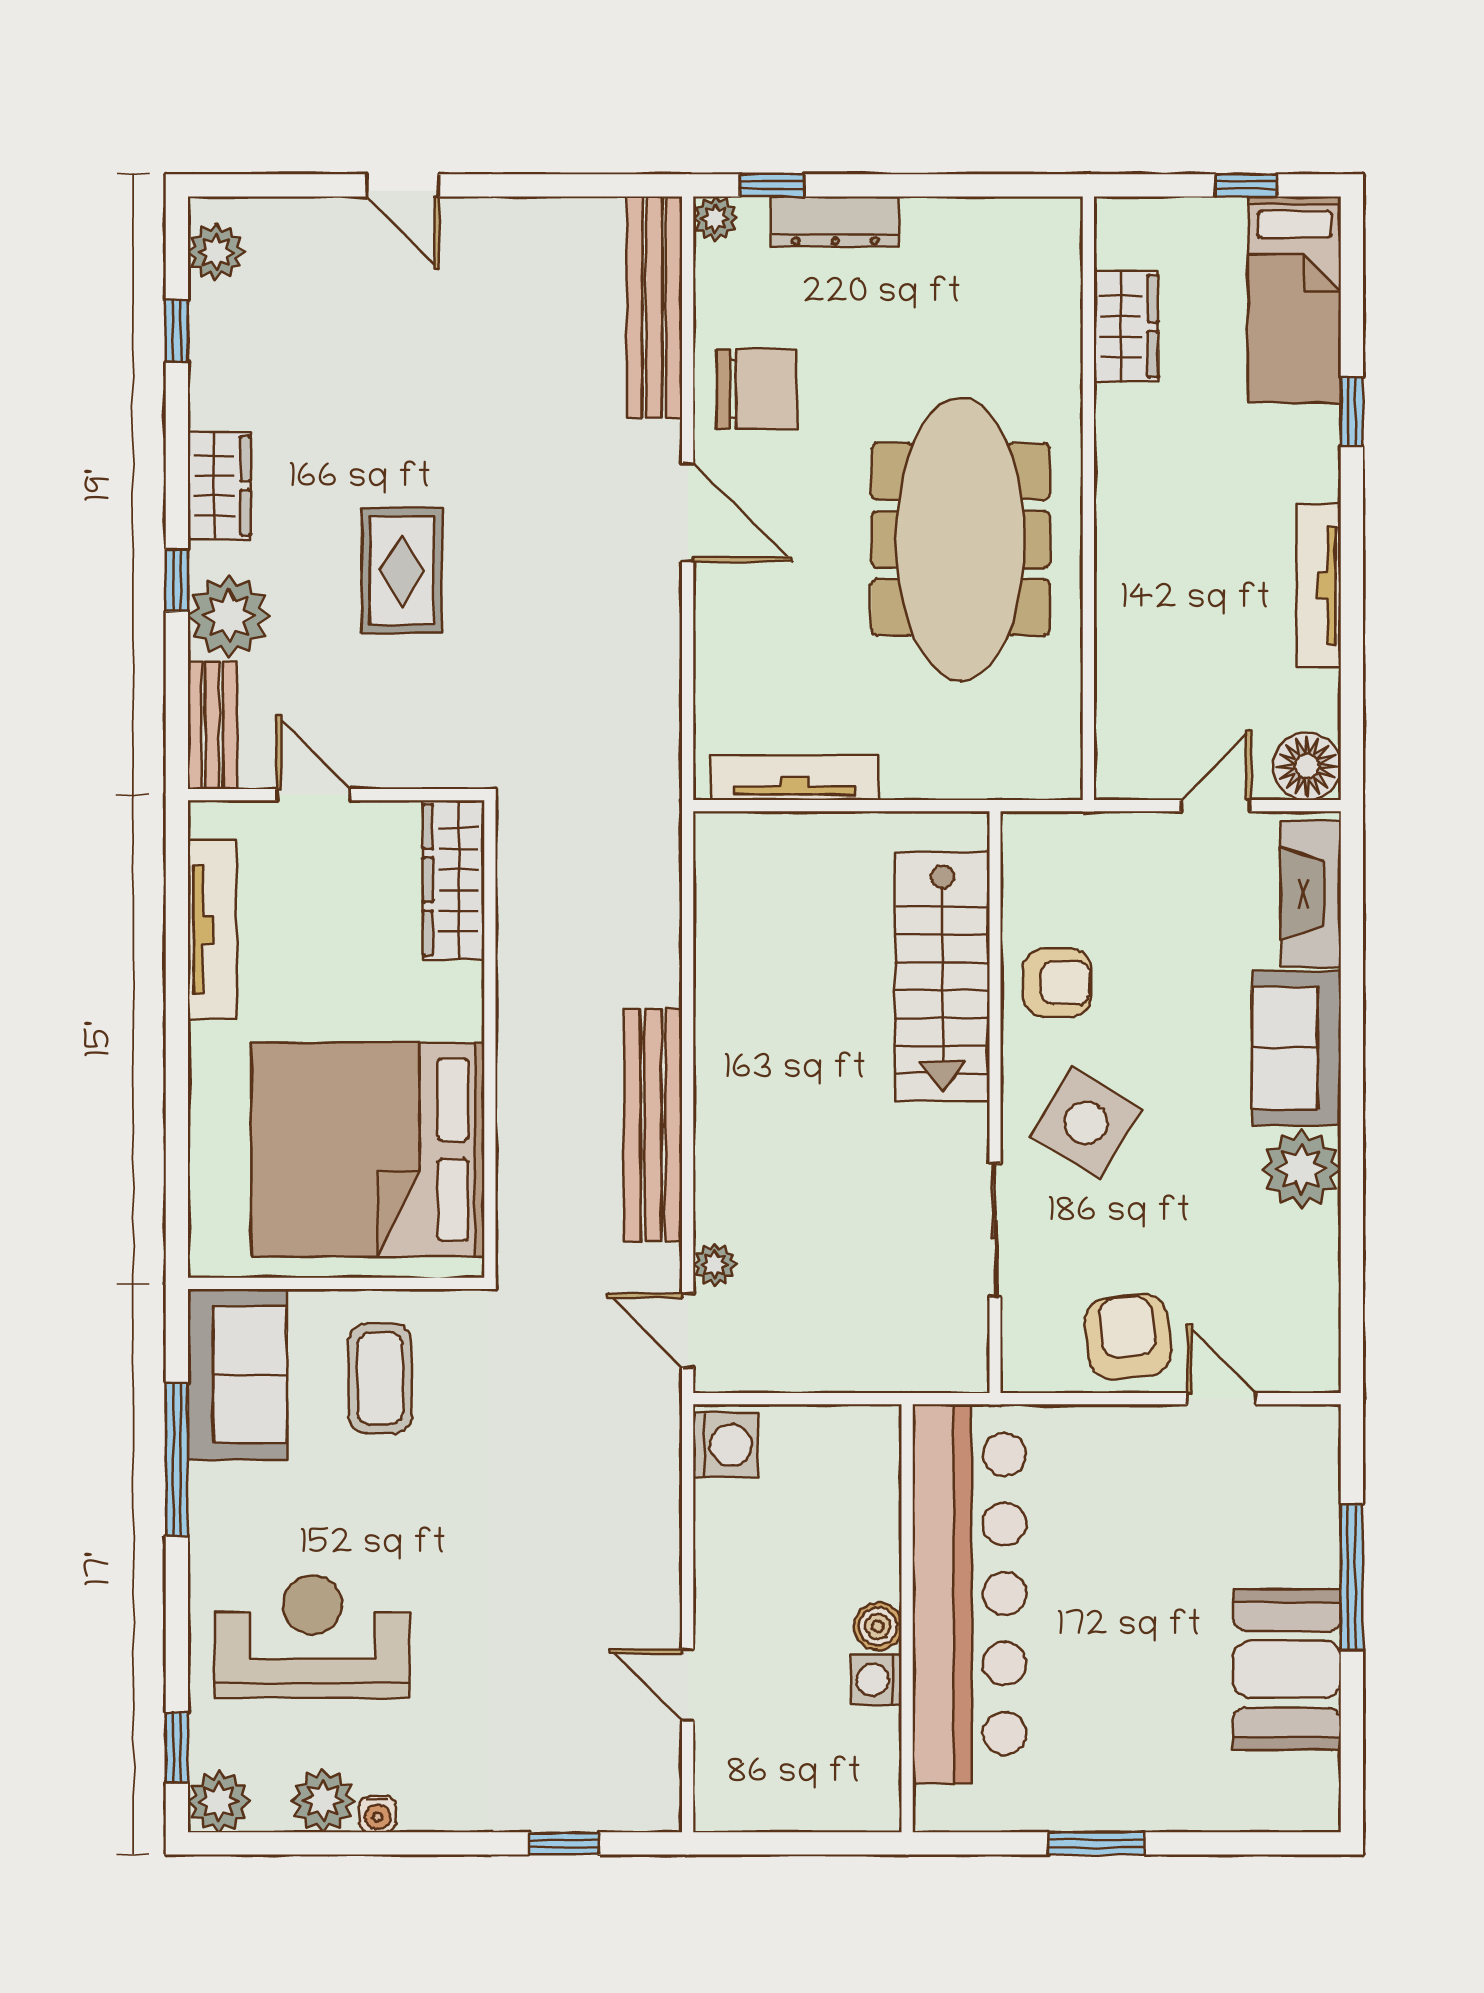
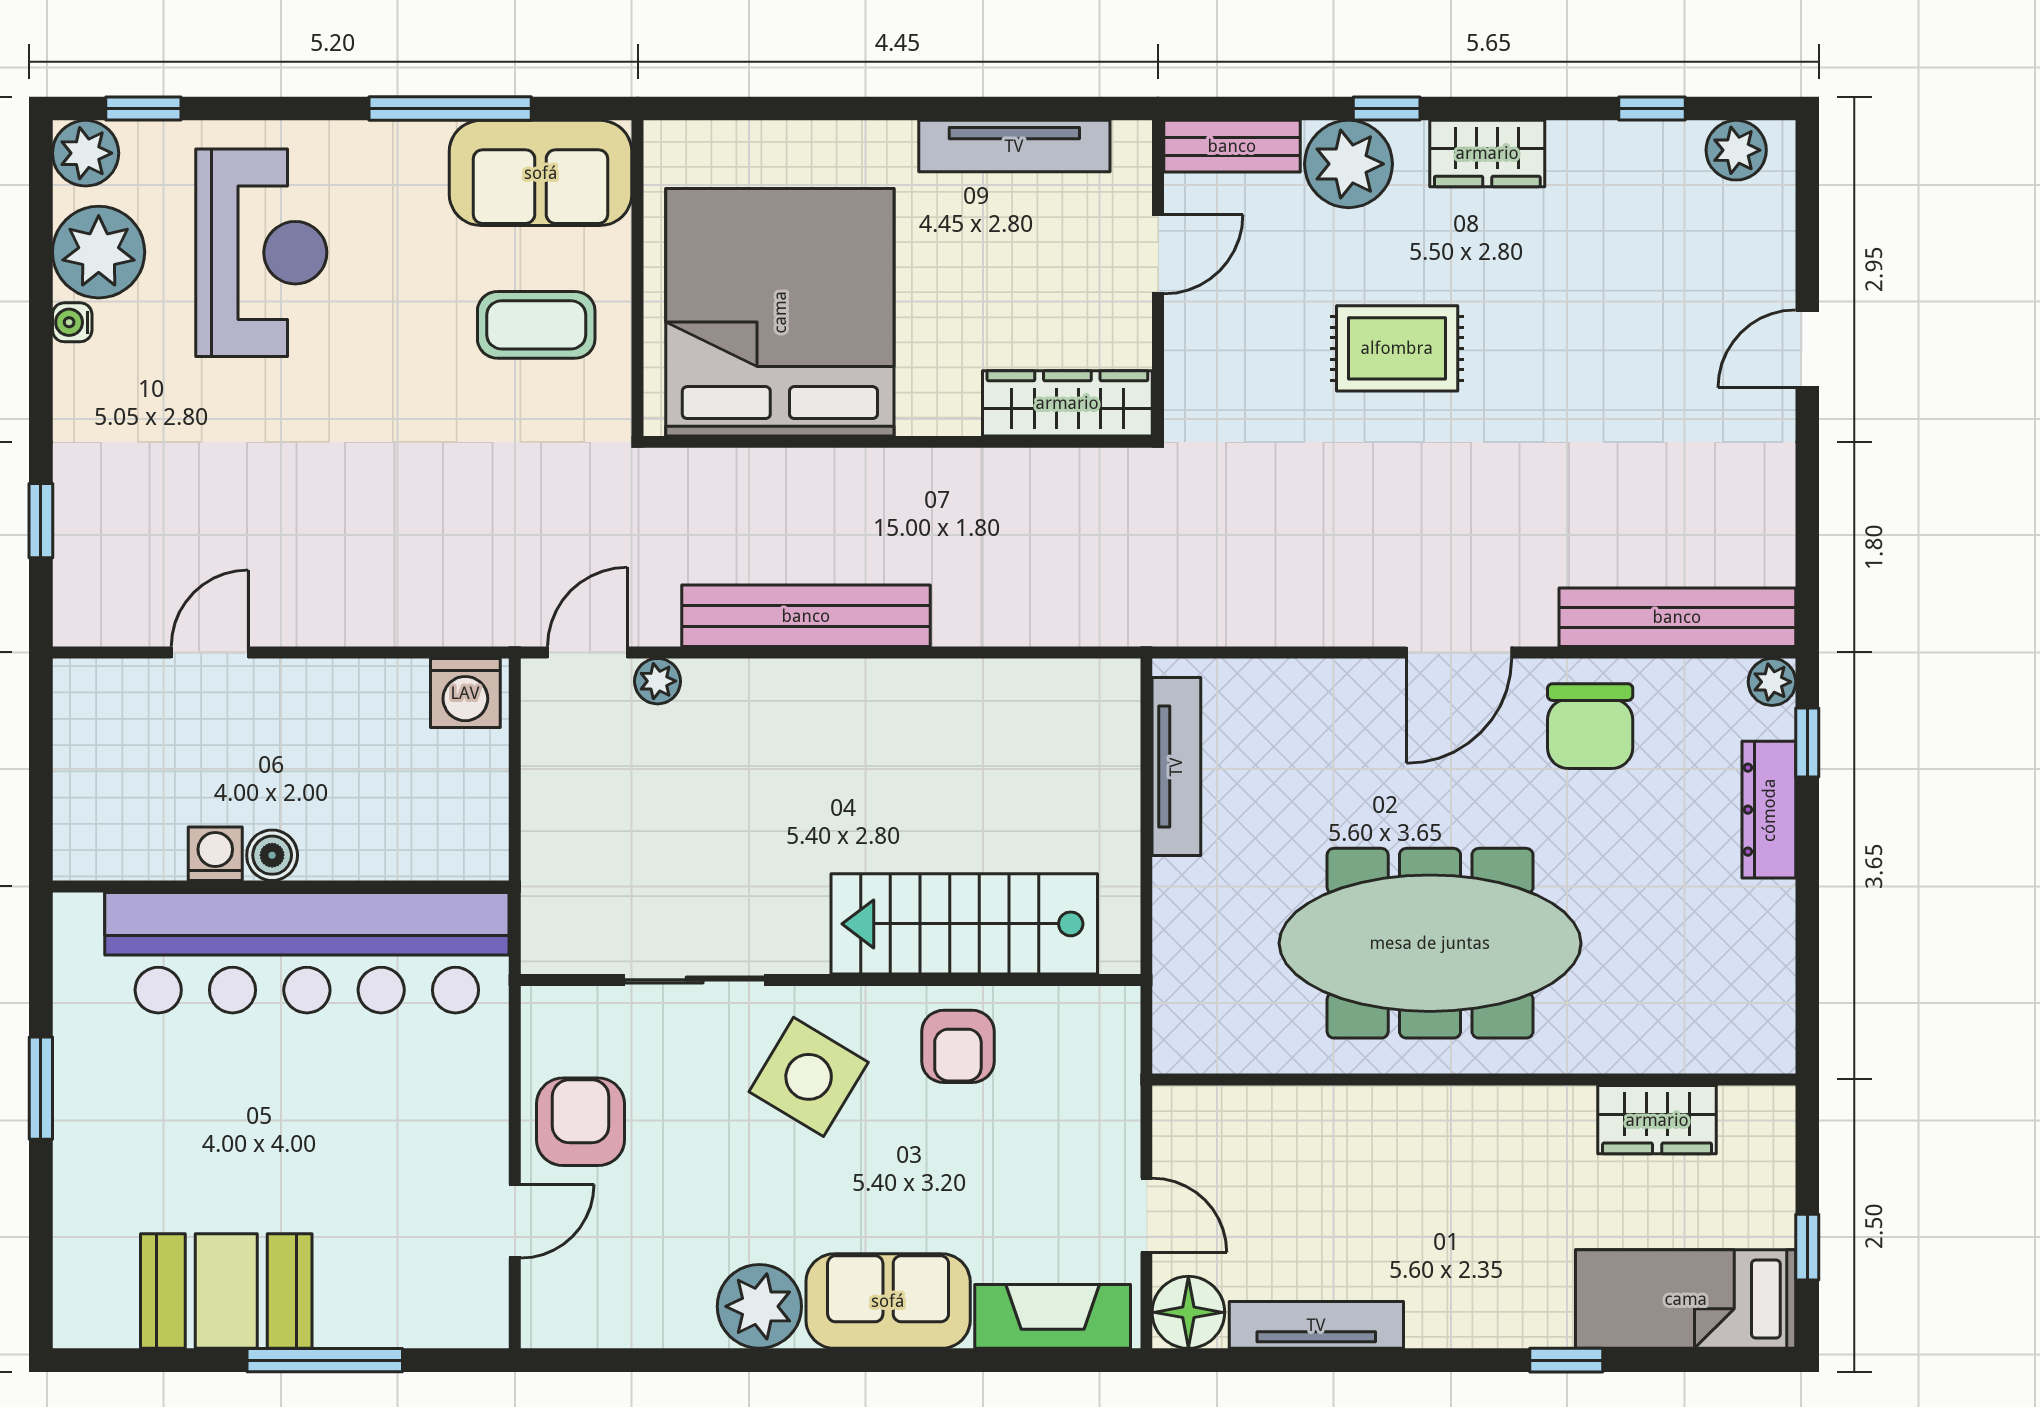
tv unit: (1319, 585) -> (1316, 1325), moved
armchair: (1128, 1337) -> (581, 1122), turned -84
plant: (323, 1801) -> (99, 252), width x1.36, depth x1.36

